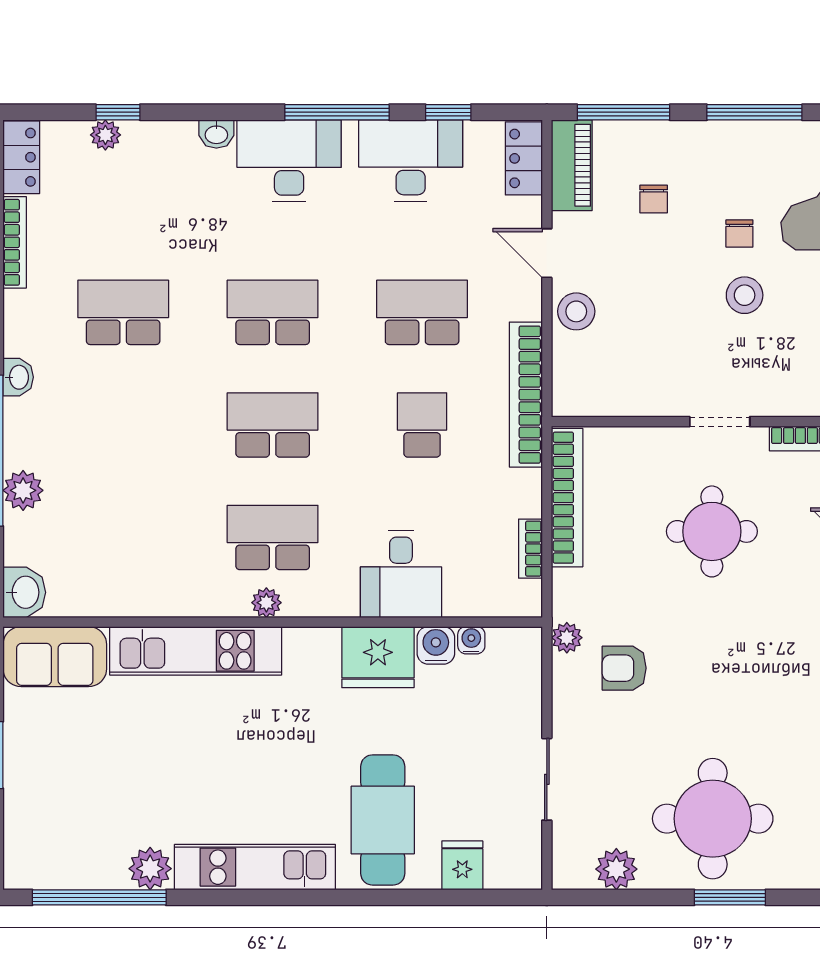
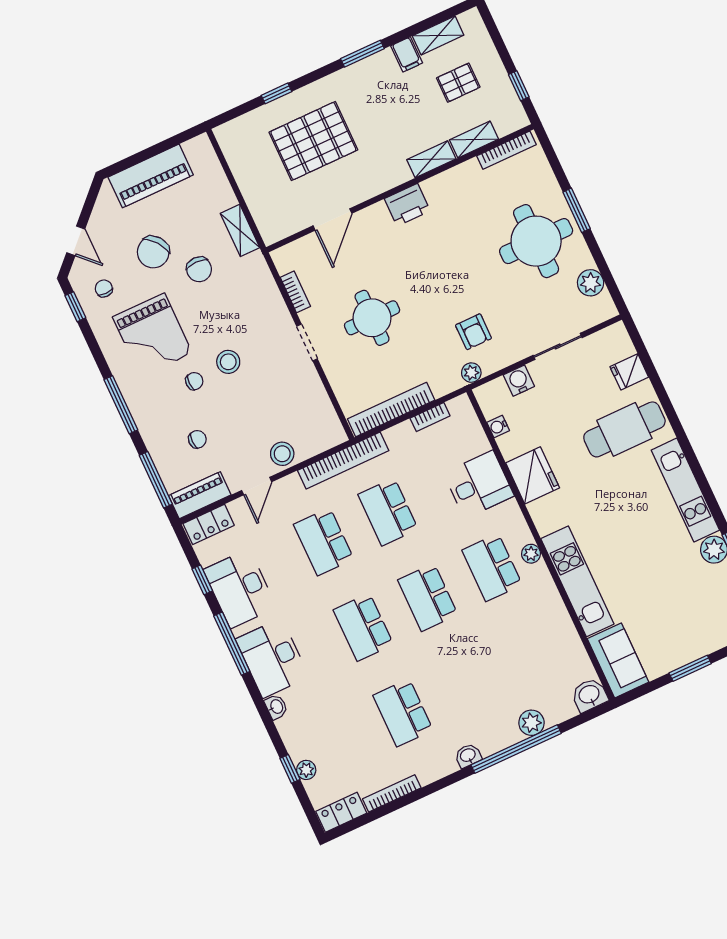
school desk: (422, 425) -> (388, 512), width x1.85
water cooler: (436, 645) -> (519, 381), moved, turned 90

